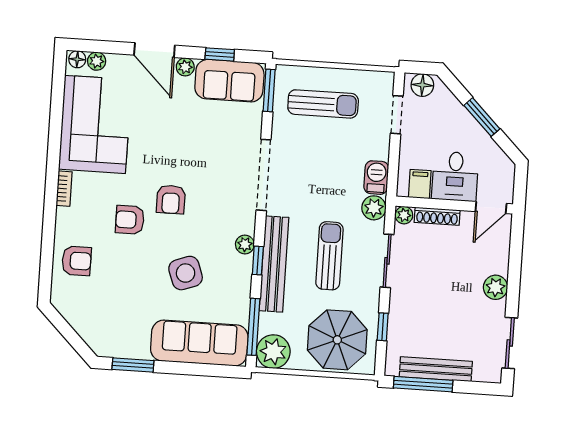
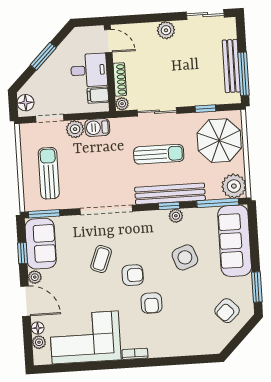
door: (154, 50) -> (25, 301), hinge flipped
floor lamp: (77, 59) -> (38, 328), moved
coffee table: (198, 160) -> (101, 259), added
plant: (374, 208) -> (75, 129), moved
plant: (245, 244) -> (176, 216), moved
sun lounger: (329, 256) -> (159, 154), turned 180
armchair: (77, 261) -> (227, 311), moved, turned -134

